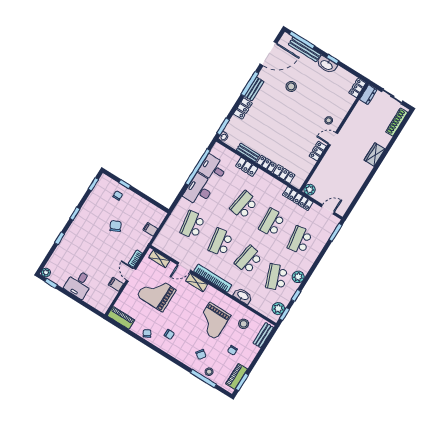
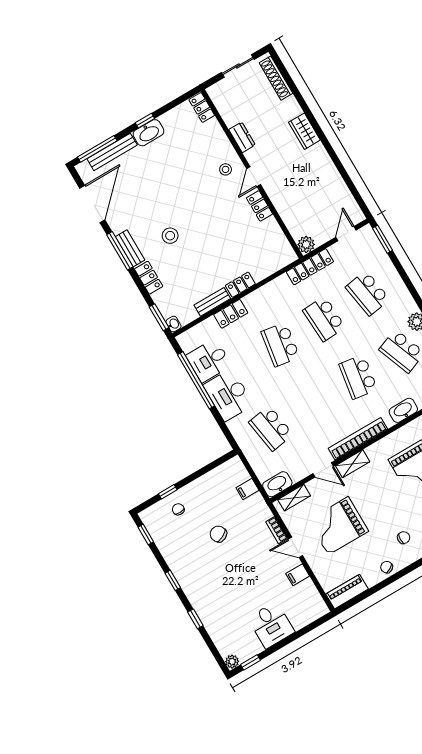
stool: (291, 86) -> (170, 236), moved
dresser: (368, 95) -> (242, 137), moved
locker: (284, 174) -> (267, 268), removed
school desk: (221, 242) -> (315, 403), removed
washbasin: (162, 245) -> (277, 484), added
door: (184, 267) -> (323, 470), hinge flipped

